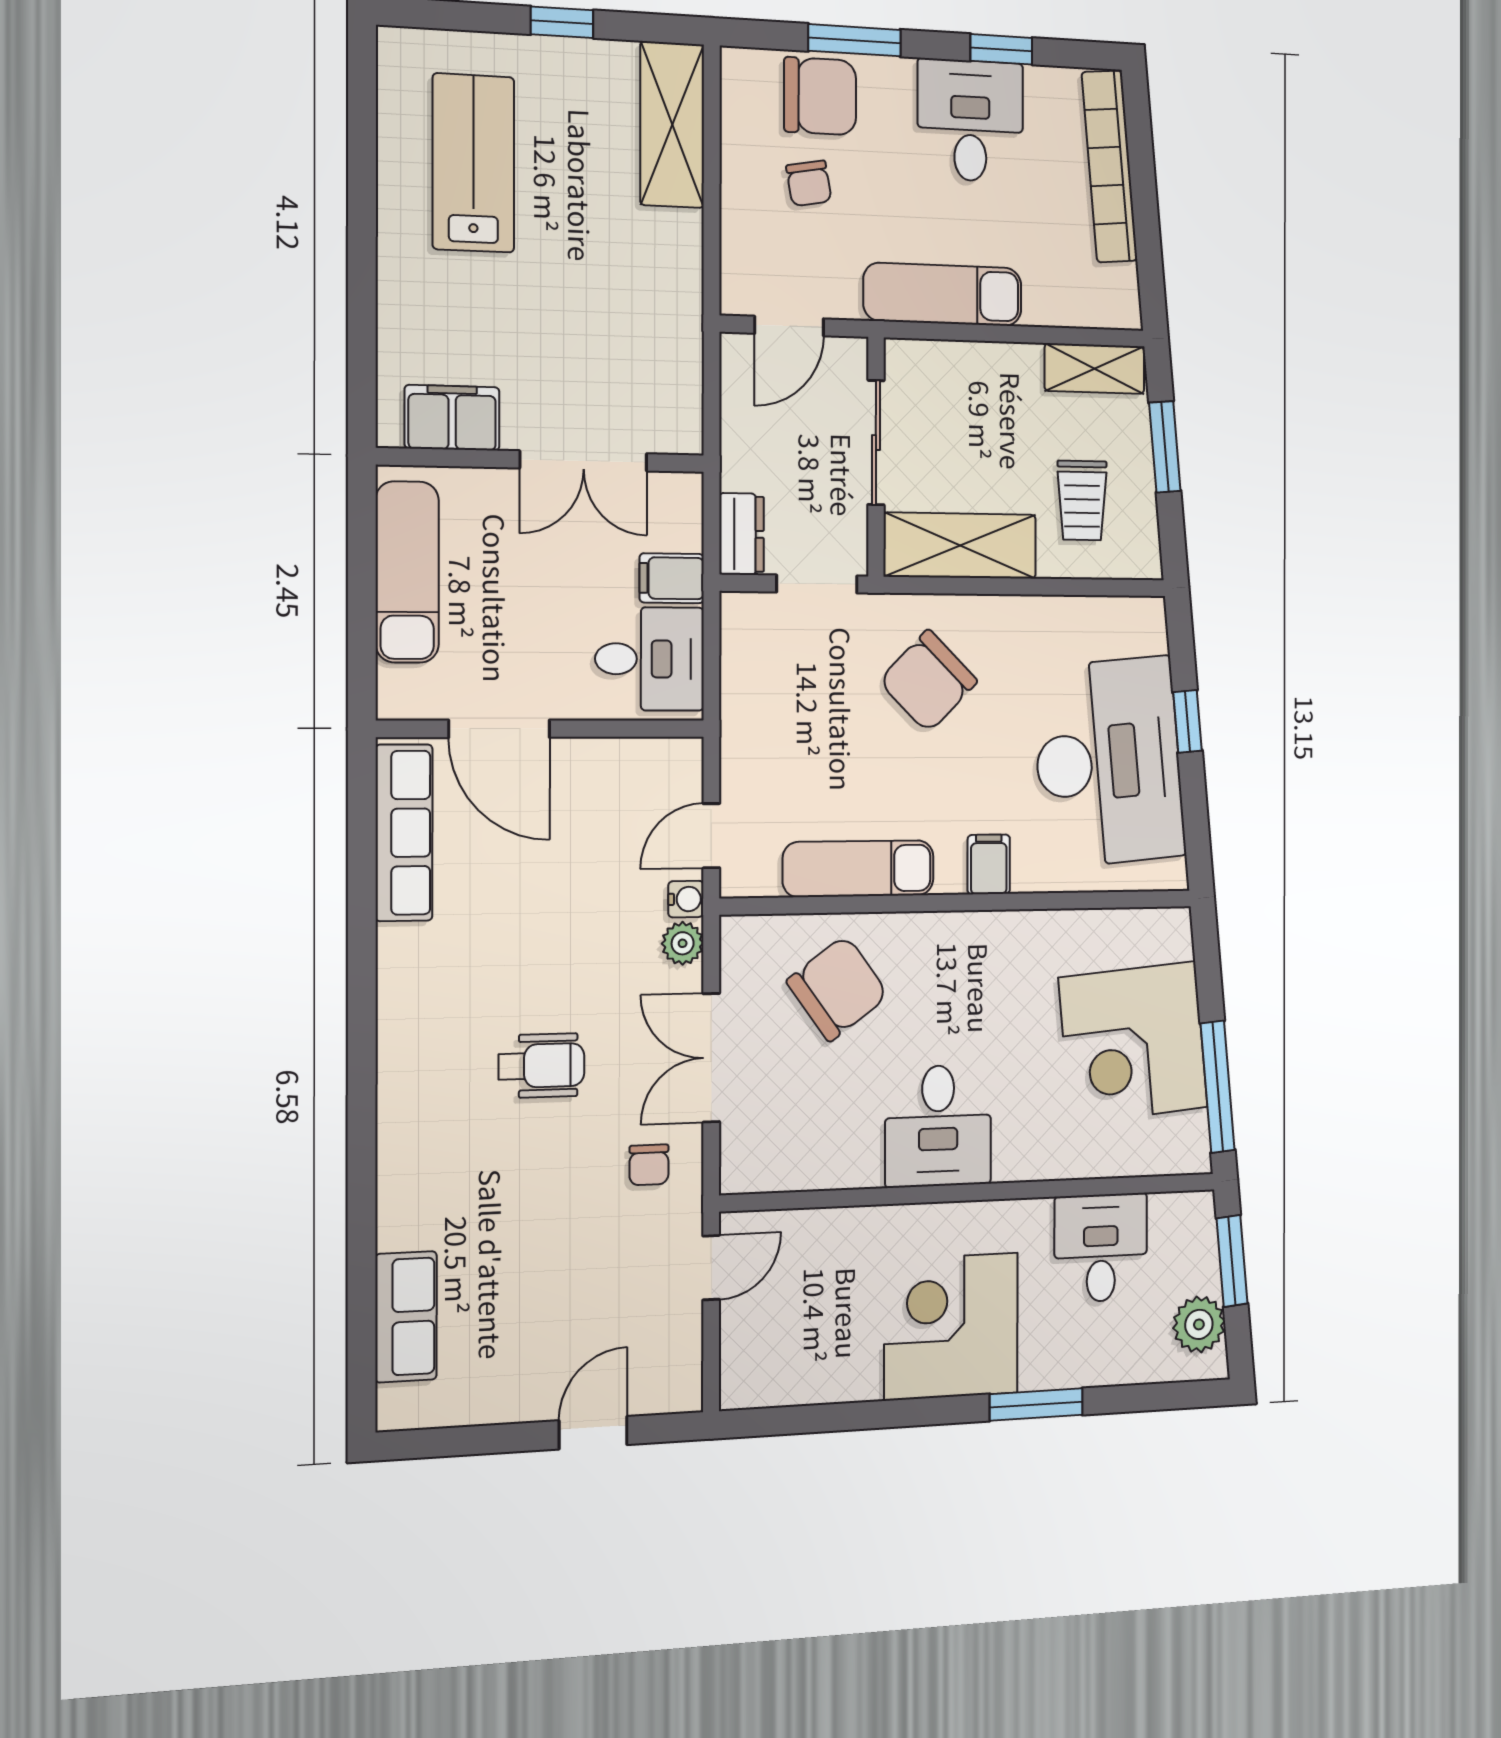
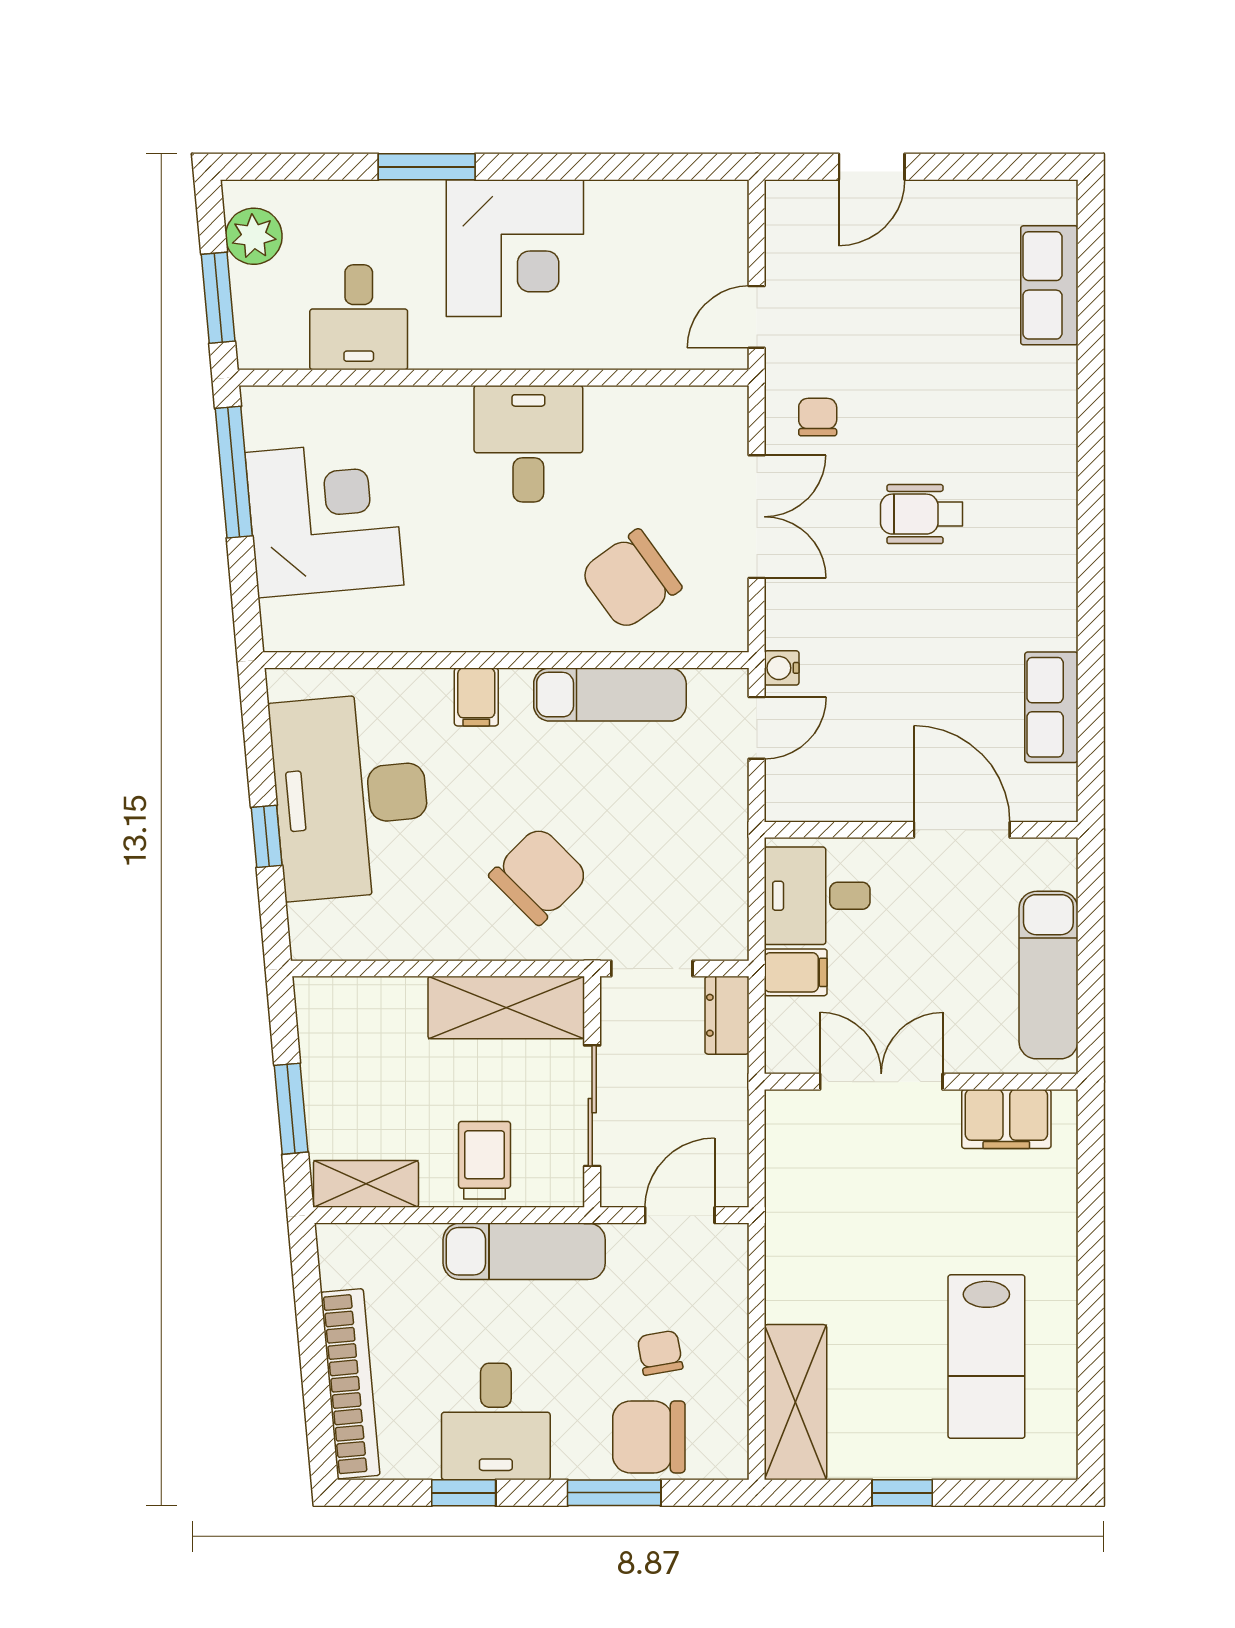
trolley: (1082, 500) -> (485, 1160), moved
row of seats: (404, 833) -> (1051, 707), width x0.68
plant: (683, 943) -> (785, 626), removed

